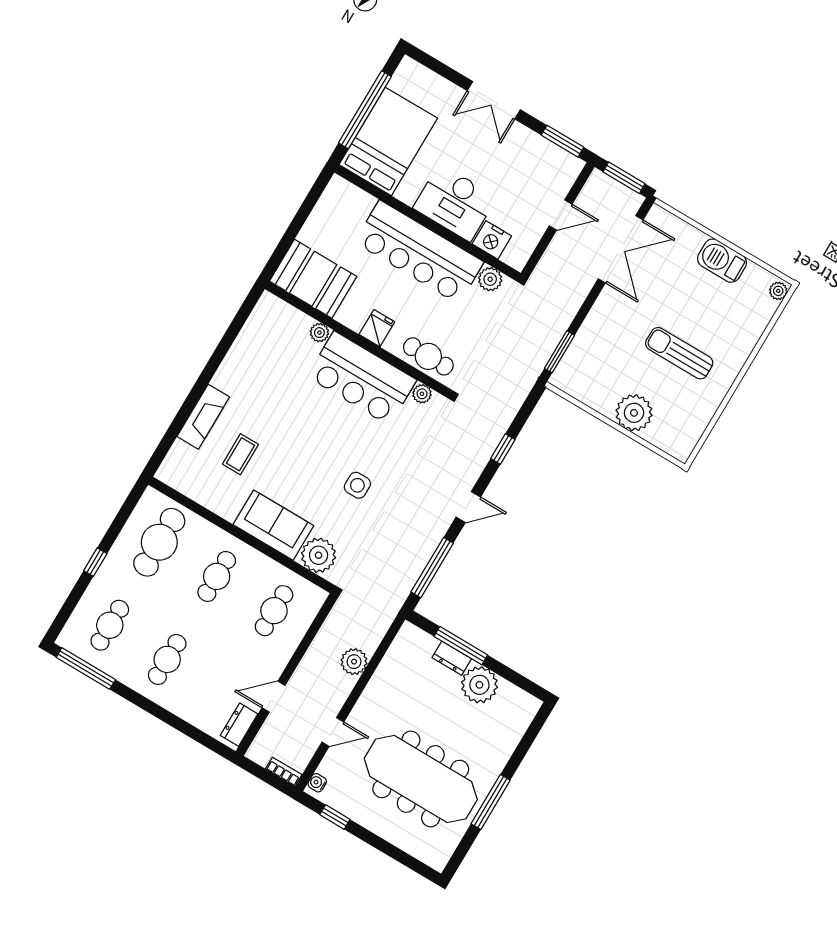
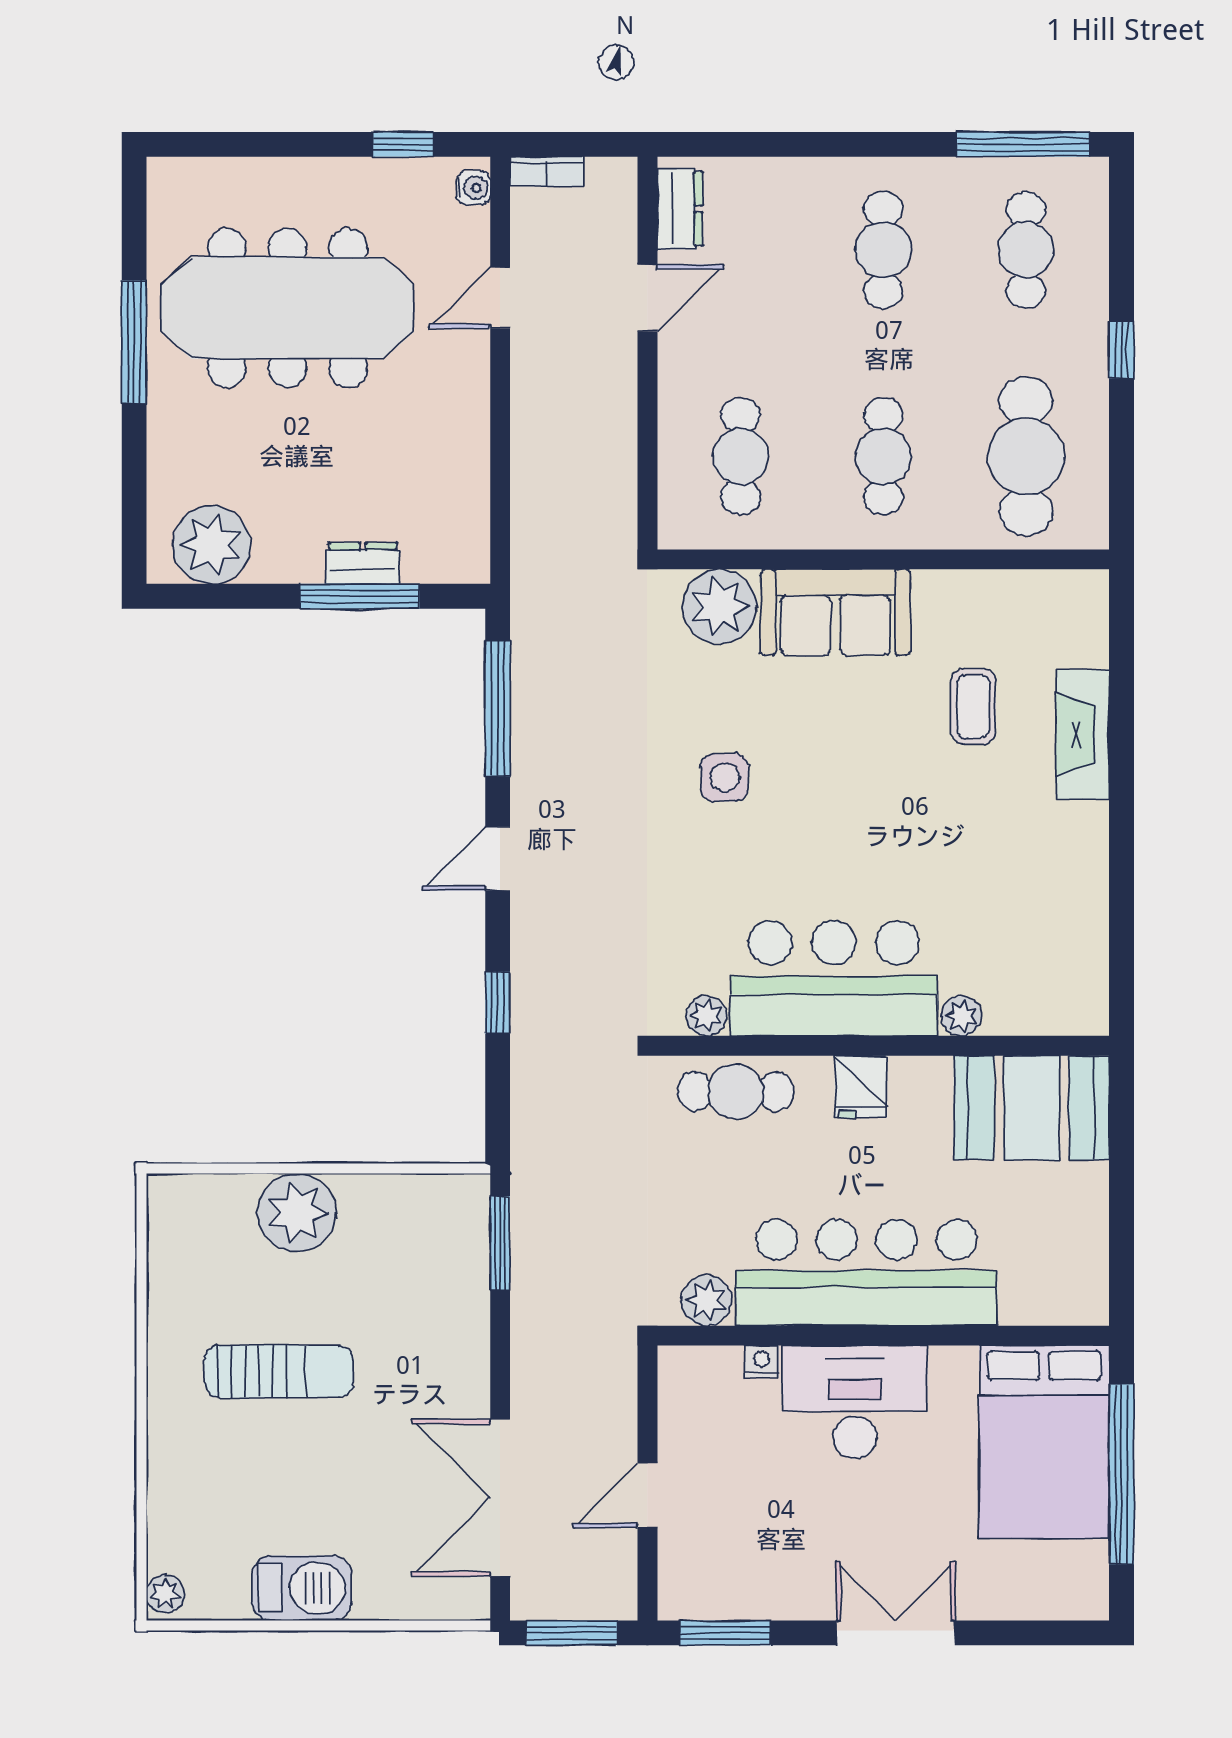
nightstand: (492, 240) -> (762, 1362), width x0.53, depth x0.56
plant: (354, 662) -> (538, 450), removed
plant: (479, 685) -> (211, 545), moved

